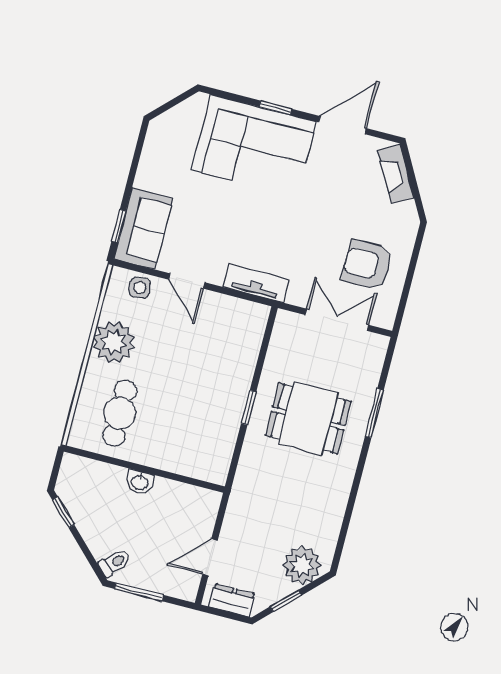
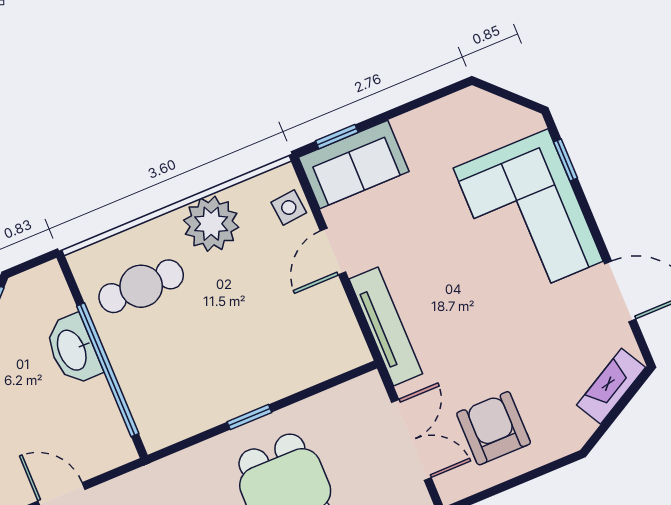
window: (275, 108) -> (566, 160), moved
tv unit: (256, 283) -> (386, 326), width x1.41
window: (155, 472) -> (108, 370), added
washbasin: (140, 482) -> (73, 350), width x1.91, depth x1.45

